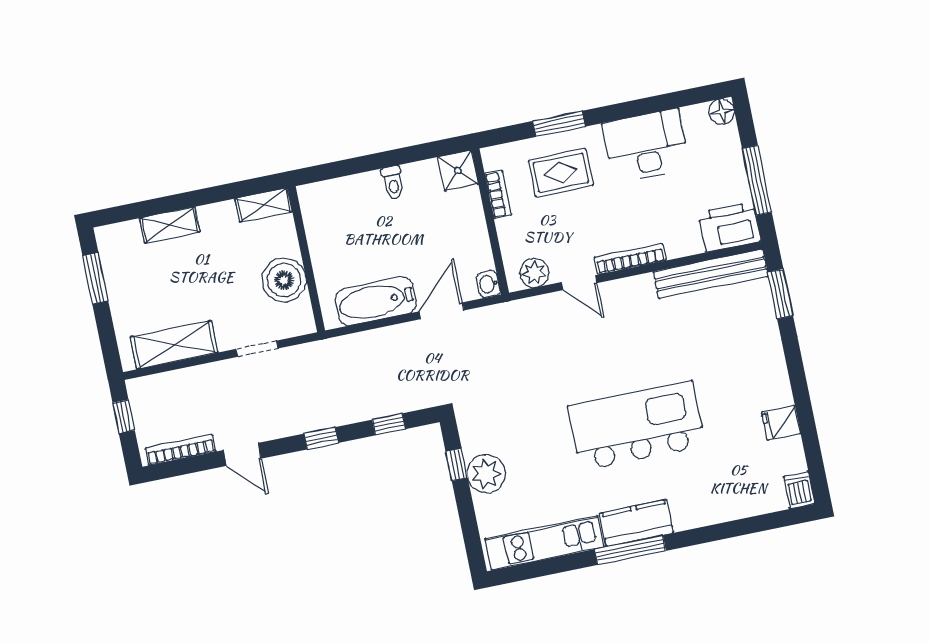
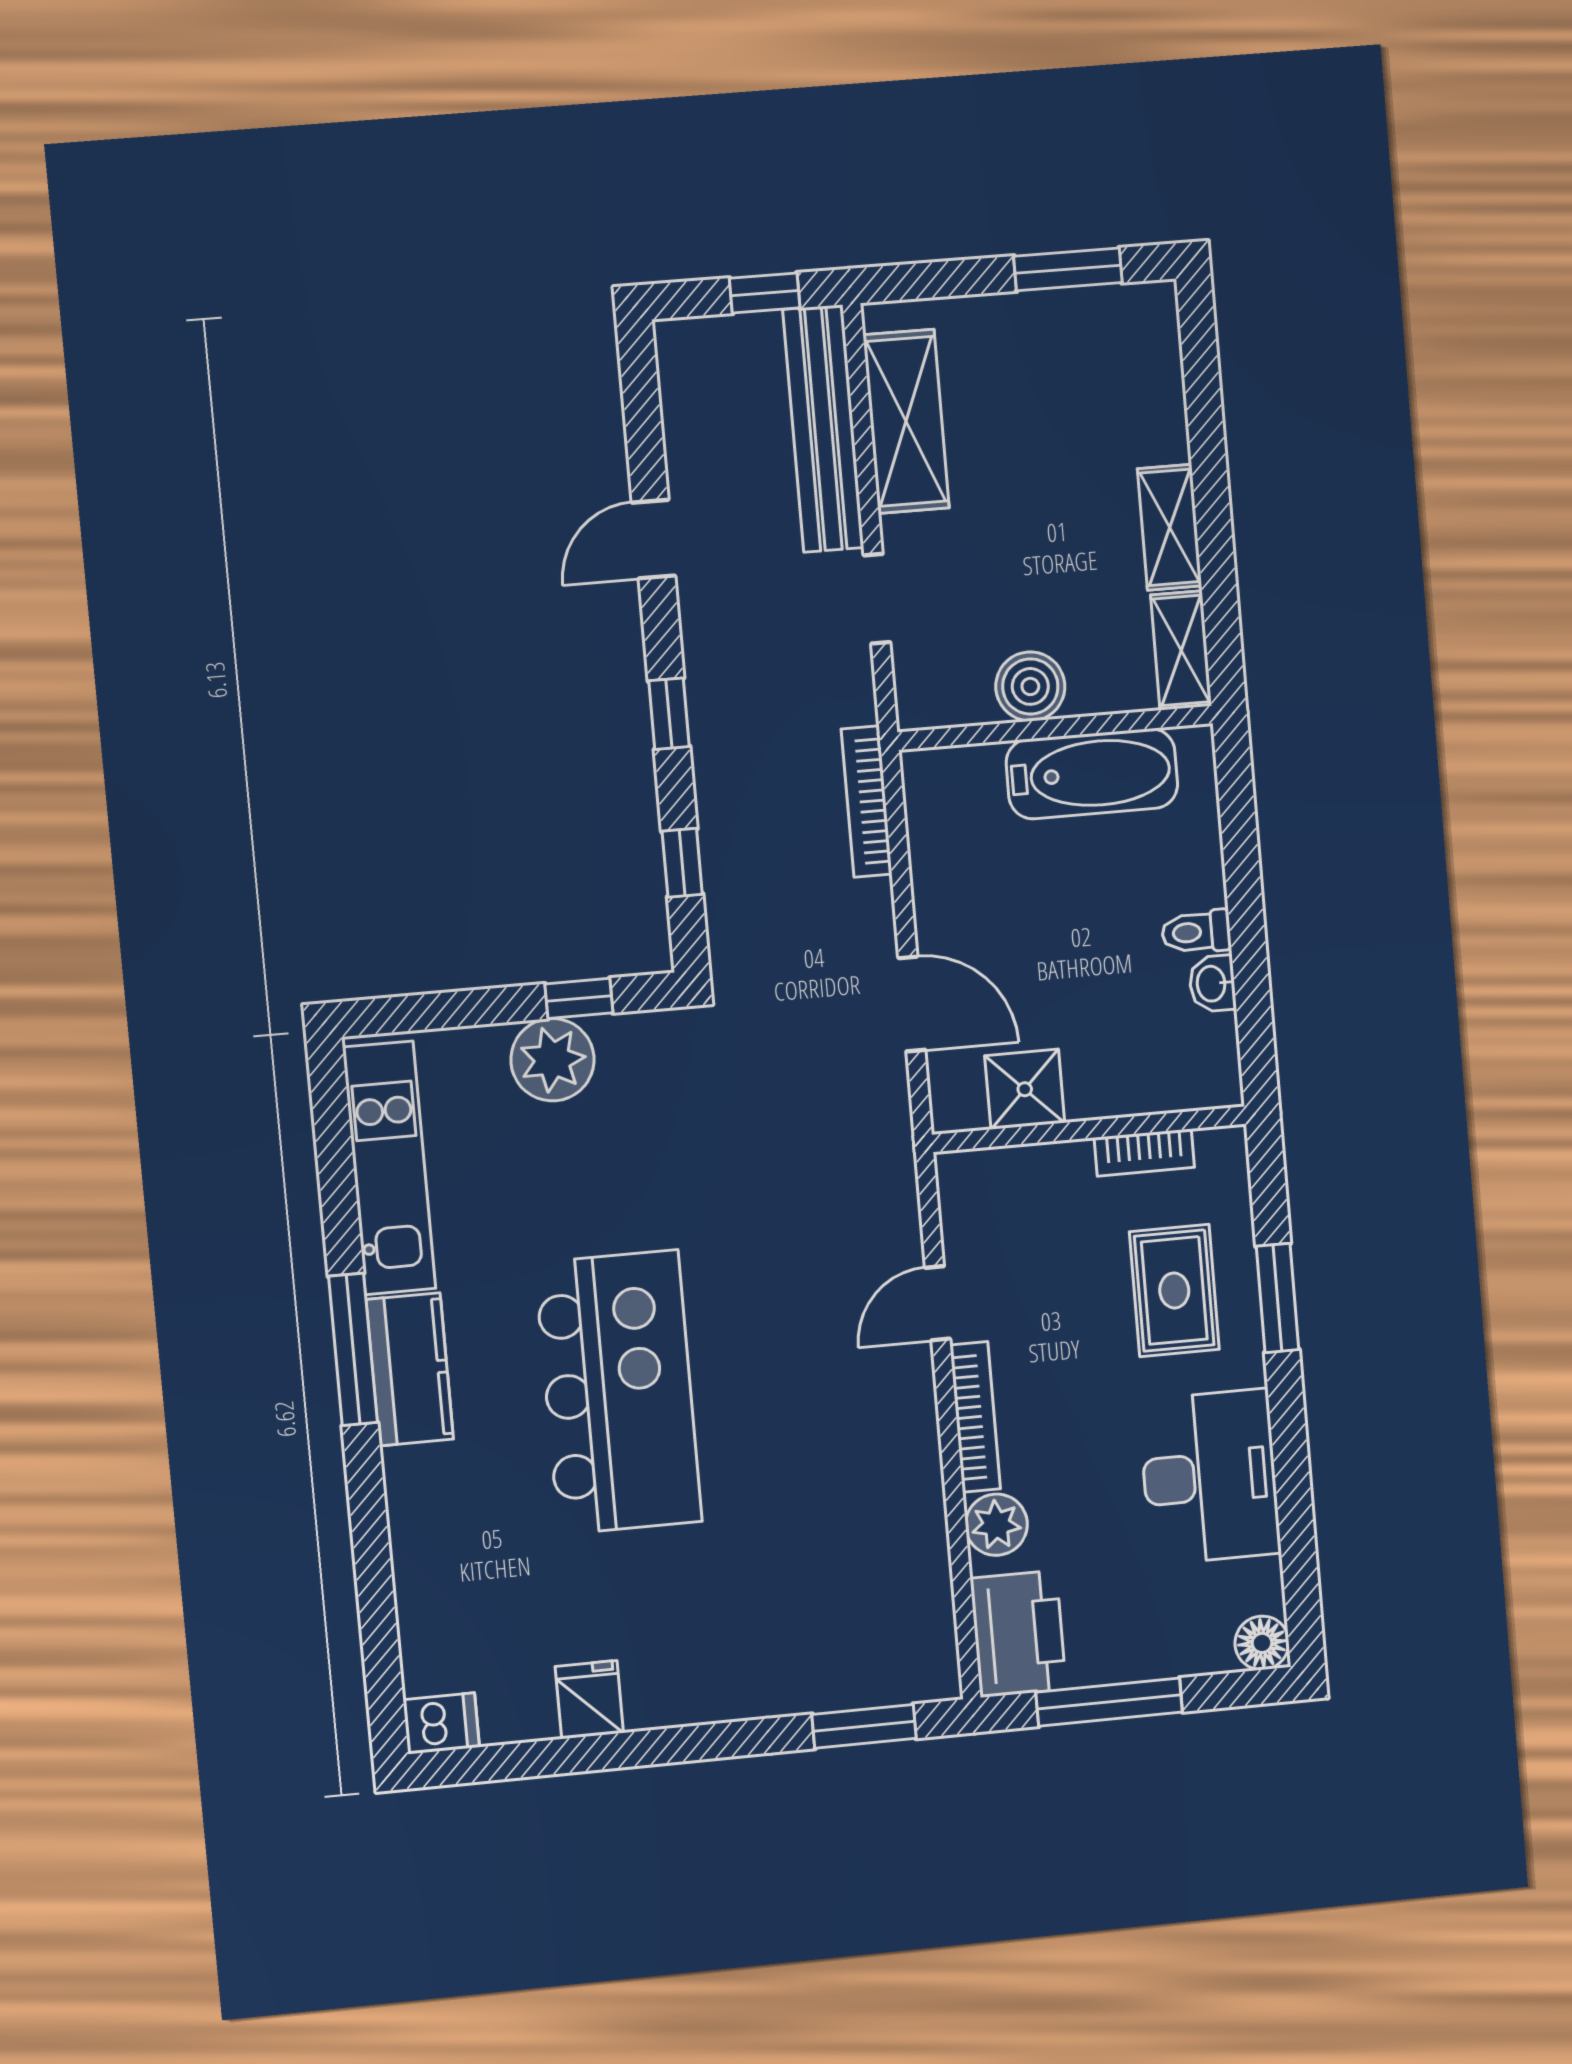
shower: (458, 170) -> (1025, 1089), moved
shelving: (170, 225) -> (1170, 527), moved
plant: (534, 273) -> (996, 1525), moved
bench: (711, 274) -> (823, 429), moved
boiler: (284, 280) -> (1030, 686), width x0.73, depth x0.73
washbasin: (488, 284) -> (1212, 984), moved, turned -90
bathtub: (376, 301) -> (1092, 774), moved, turned 90
bookcase: (181, 450) -> (867, 802), moved, turned 180

